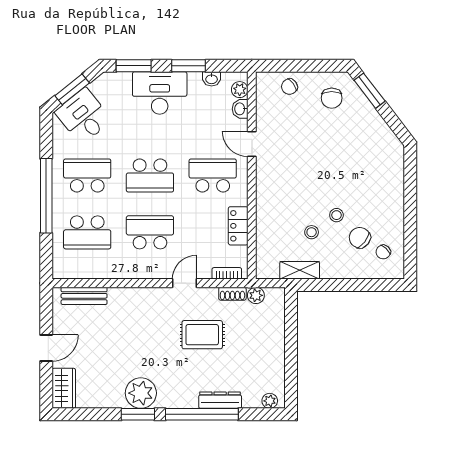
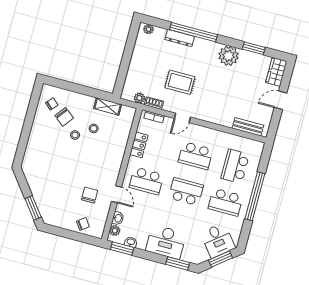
window: (189, 66) -> (122, 249), moved
chair: (332, 98) -> (90, 195), moved
school desk: (87, 232) -> (235, 166), turned -90
window: (138, 414) -> (254, 48), moved

